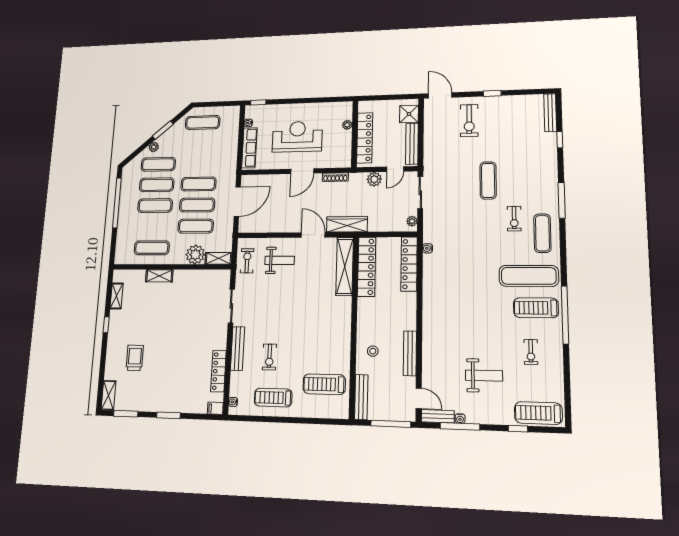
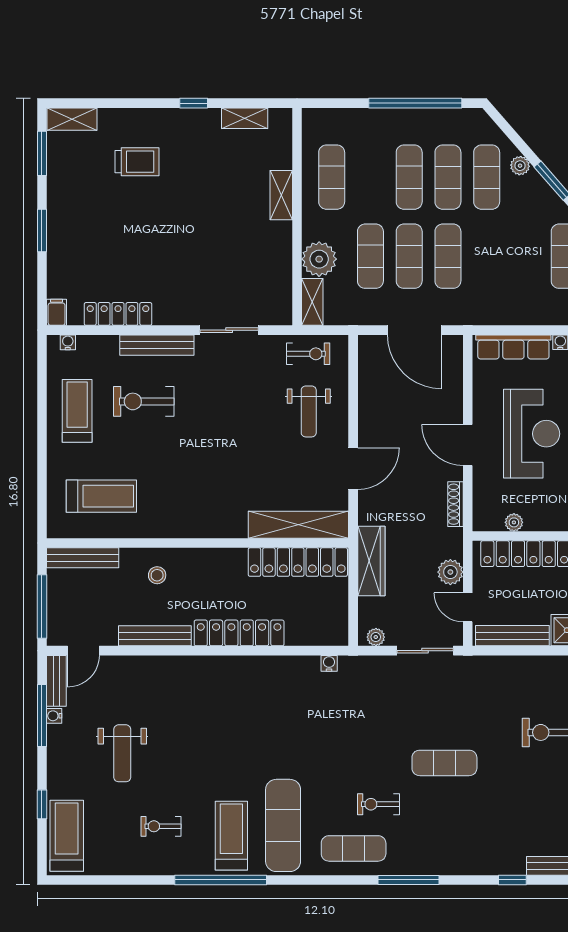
plant: (347, 125) -> (514, 522), moved
wardrobe: (347, 224) -> (371, 561), moved
locker: (409, 264) -> (239, 633), moved
exercise bike: (269, 357) -> (144, 401), width x1.38, depth x1.39
treadmill: (324, 384) -> (101, 496), turned 90

